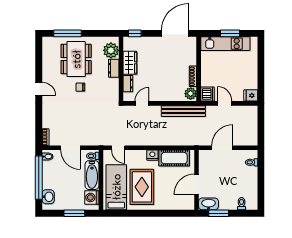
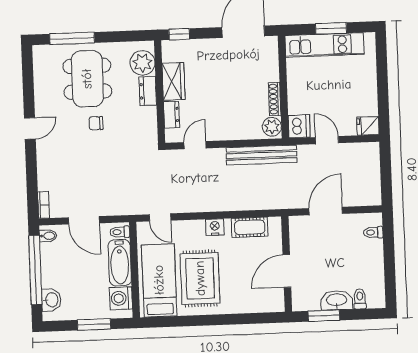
door: (39, 89) -> (30, 129), hinge flipped
cot: (174, 158) -> (250, 227), width x0.73, depth x0.75
washbasin: (209, 204) -> (337, 300), moved

